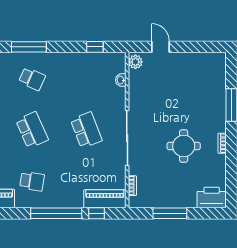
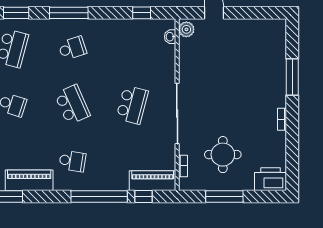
school desk: (32, 79) -> (72, 48), turned -42
washbasin: (121, 80) -> (170, 37), moved
school desk: (86, 130) -> (132, 105), turned 36
round table: (184, 146) -> (223, 155), moved

